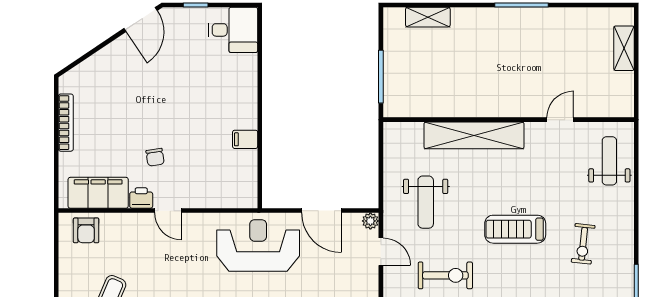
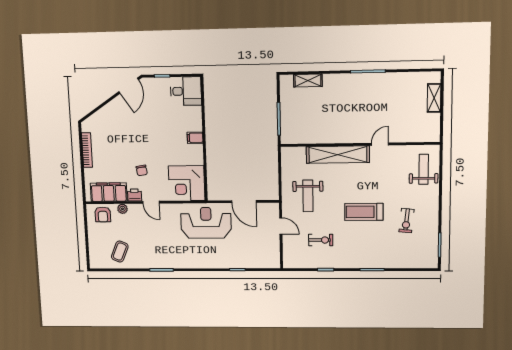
door: (560, 120) -> (380, 144), moved
filing cabinet: (245, 139) -> (195, 138), moved
corner desk: (229, 179) -> (187, 183), added
plant: (370, 221) -> (122, 209), moved
exercise bike: (445, 275) -> (321, 240), width x0.73, depth x0.72

